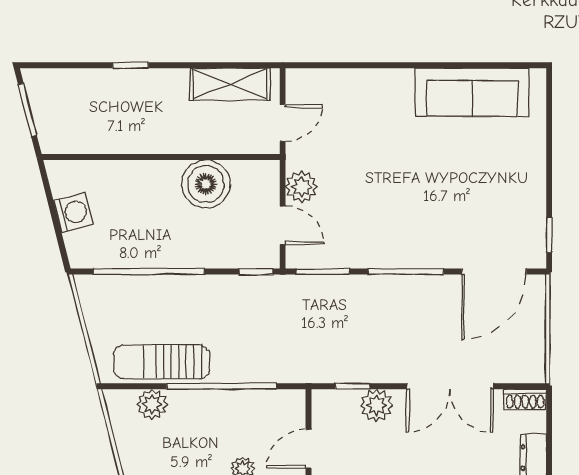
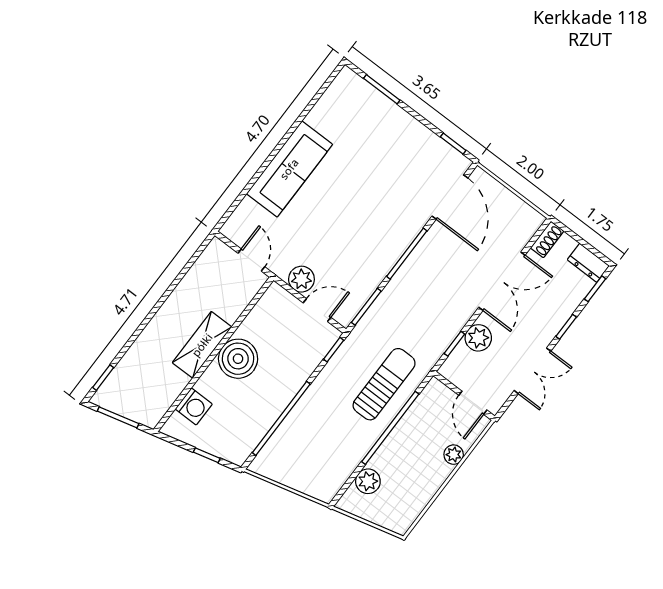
window: (131, 65) -> (103, 378), moved
shelving: (230, 84) -> (202, 345), moved
sofa: (472, 92) -> (289, 169), moved
window: (549, 123) -> (382, 89), added
boiler: (206, 184) -> (238, 359), moved
washing machine: (73, 213) -> (194, 407), moved, turned 104
window: (57, 226) -> (207, 455), added
sun lounger: (161, 362) -> (384, 384), moved, turned 180

